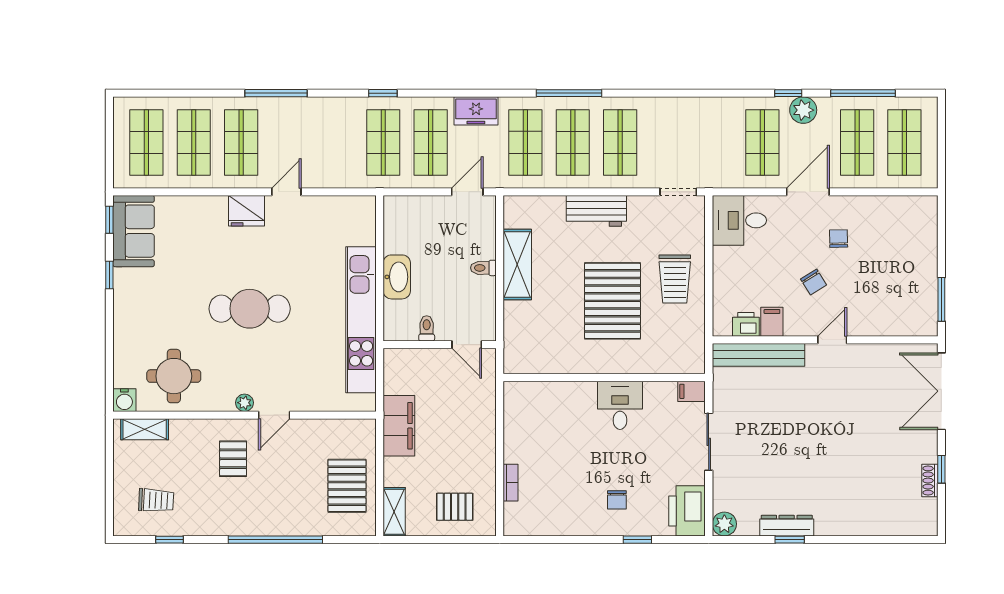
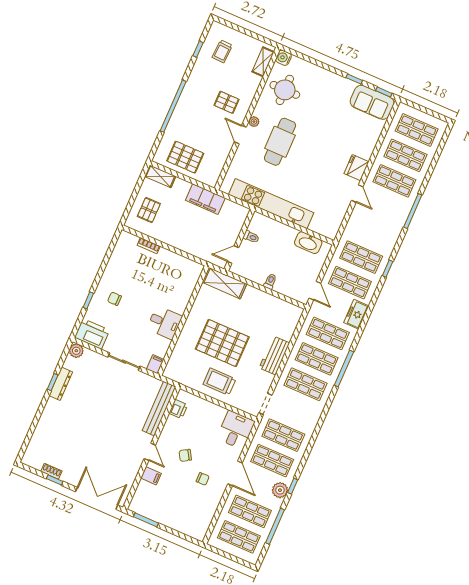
shop shelf: (715, 142) -> (283, 435), added
shelving: (517, 264) -> (224, 283), moved
washbasin: (397, 277) -> (308, 243), moved
cafe table: (250, 309) -> (280, 142), moved
filing cabinet: (772, 322) -> (151, 476), moved

